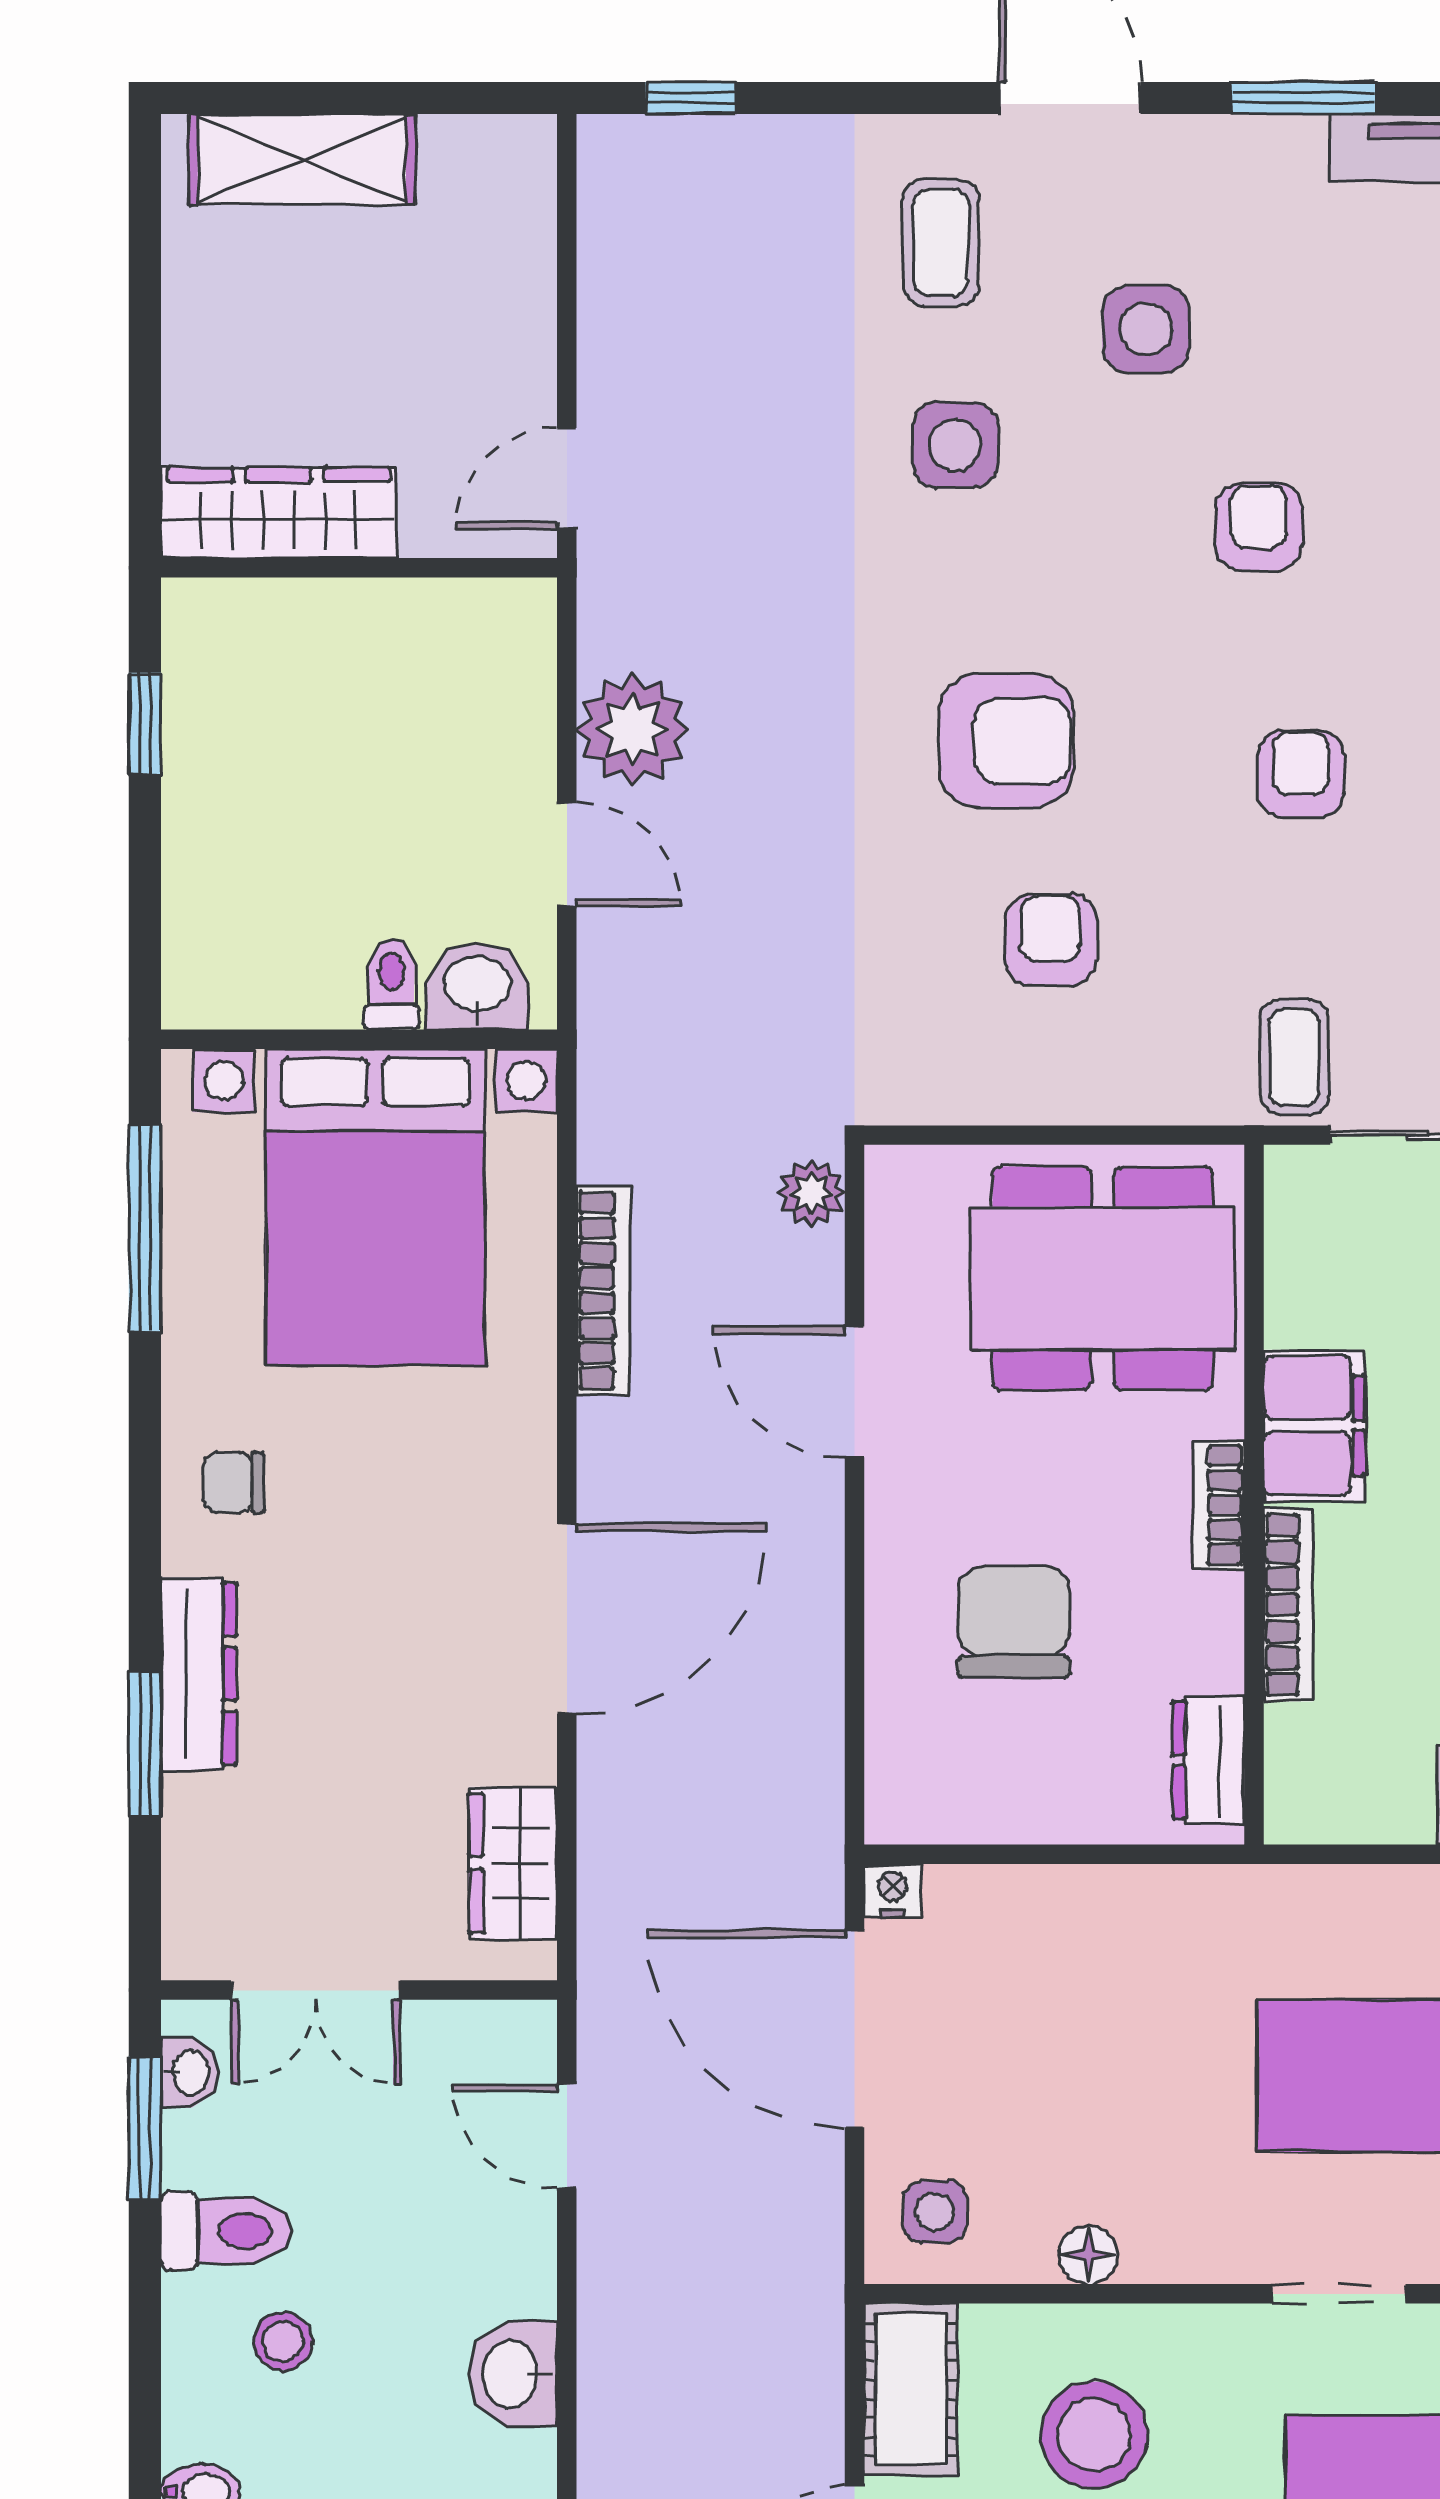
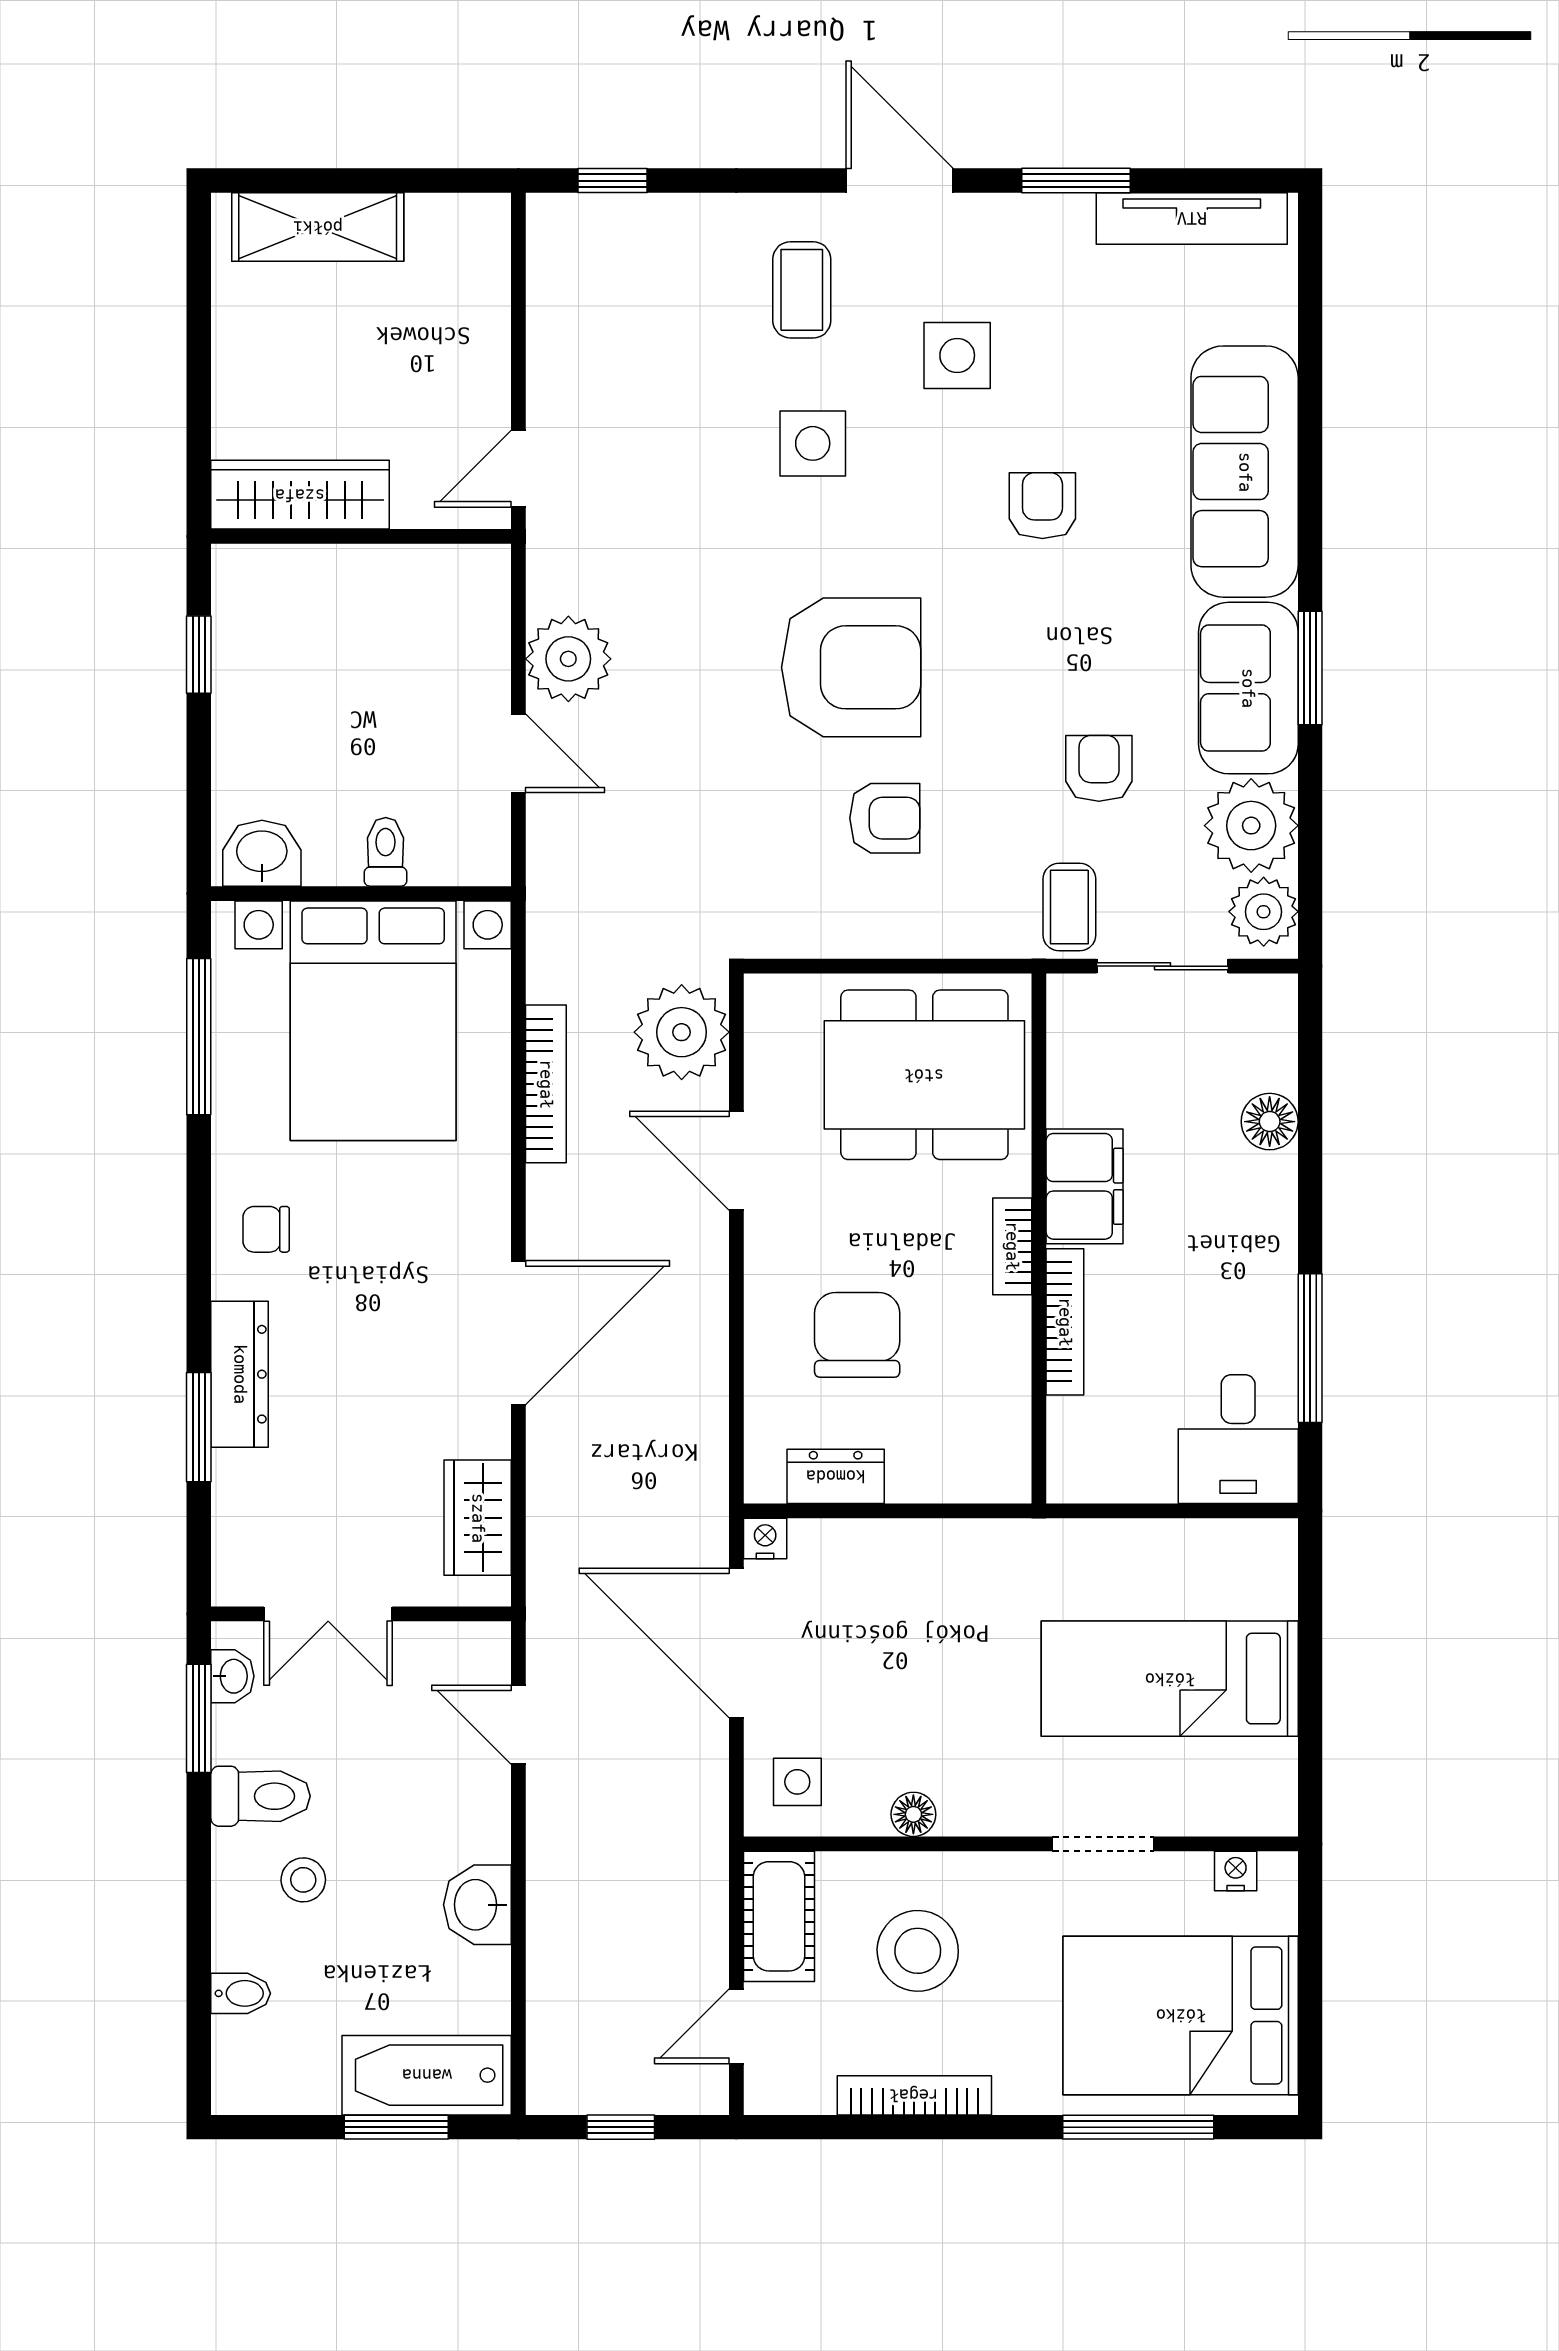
armchair: (1006, 741) -> (851, 667), width x1.36, depth x1.36
armchair: (1301, 774) -> (1099, 768), moved
armchair: (1051, 940) -> (885, 818), turned 90
washbasin: (477, 986) -> (262, 853), moved
plant: (811, 1193) -> (682, 1032), width x1.88, depth x1.88
dresser: (1208, 1760) -> (836, 1476), moved, turned 90

